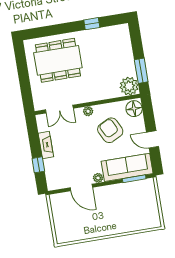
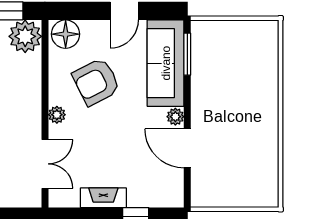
door: (81, 187) -> (187, 148), swing flipped

